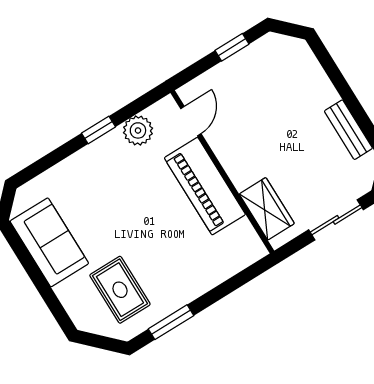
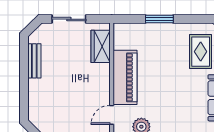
window: (171, 322) -> (159, 19), moved

